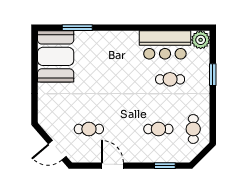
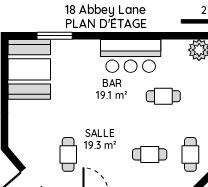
bar counter: (165, 45) -> (131, 56), moved
cafe table: (89, 129) -> (68, 154), turned 90

